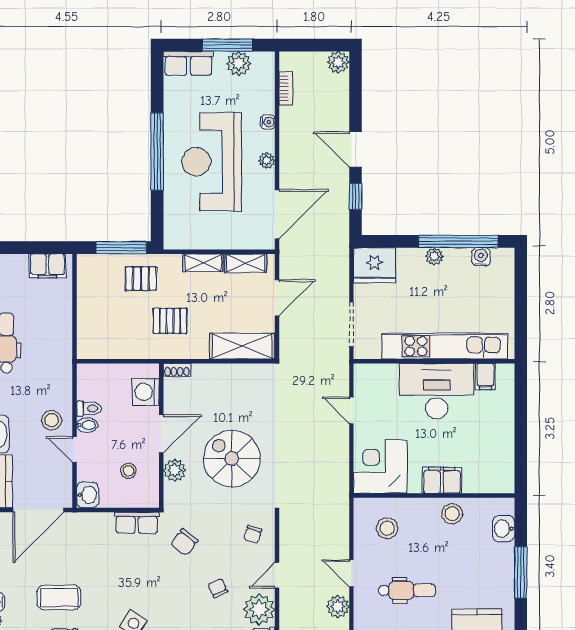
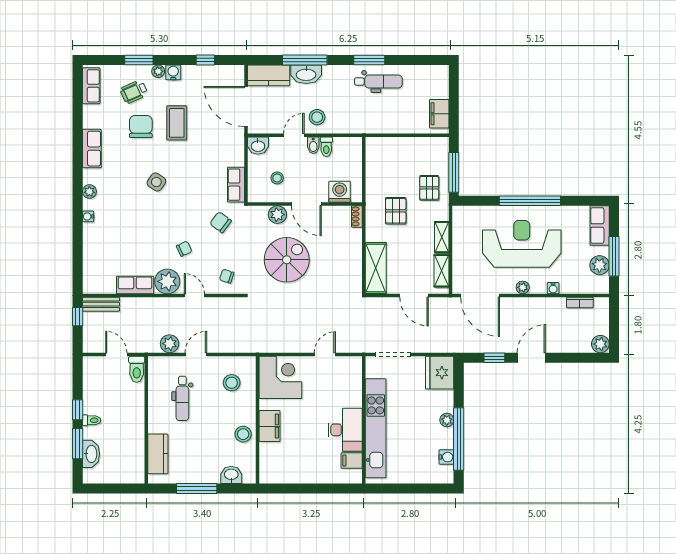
desk: (437, 391) -> (345, 430), width x0.73, depth x0.77

